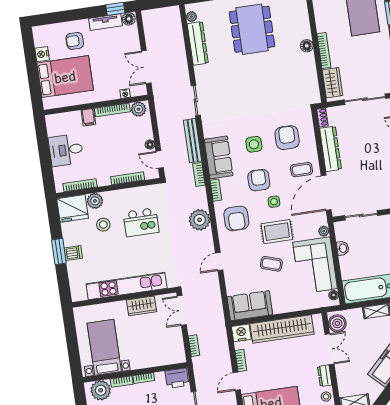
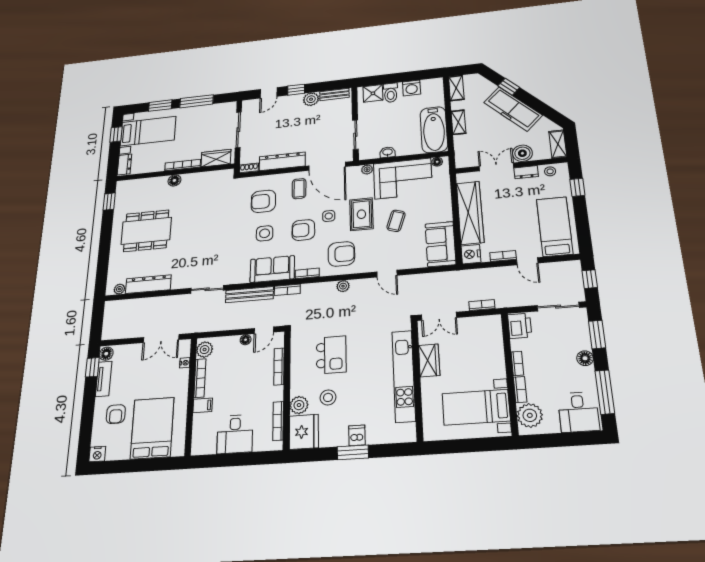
nightstand: (42, 54) -> (97, 454), moved
plant: (200, 220) -> (343, 286), width x0.53, depth x0.53
boiler: (337, 323) -> (522, 153), moved

